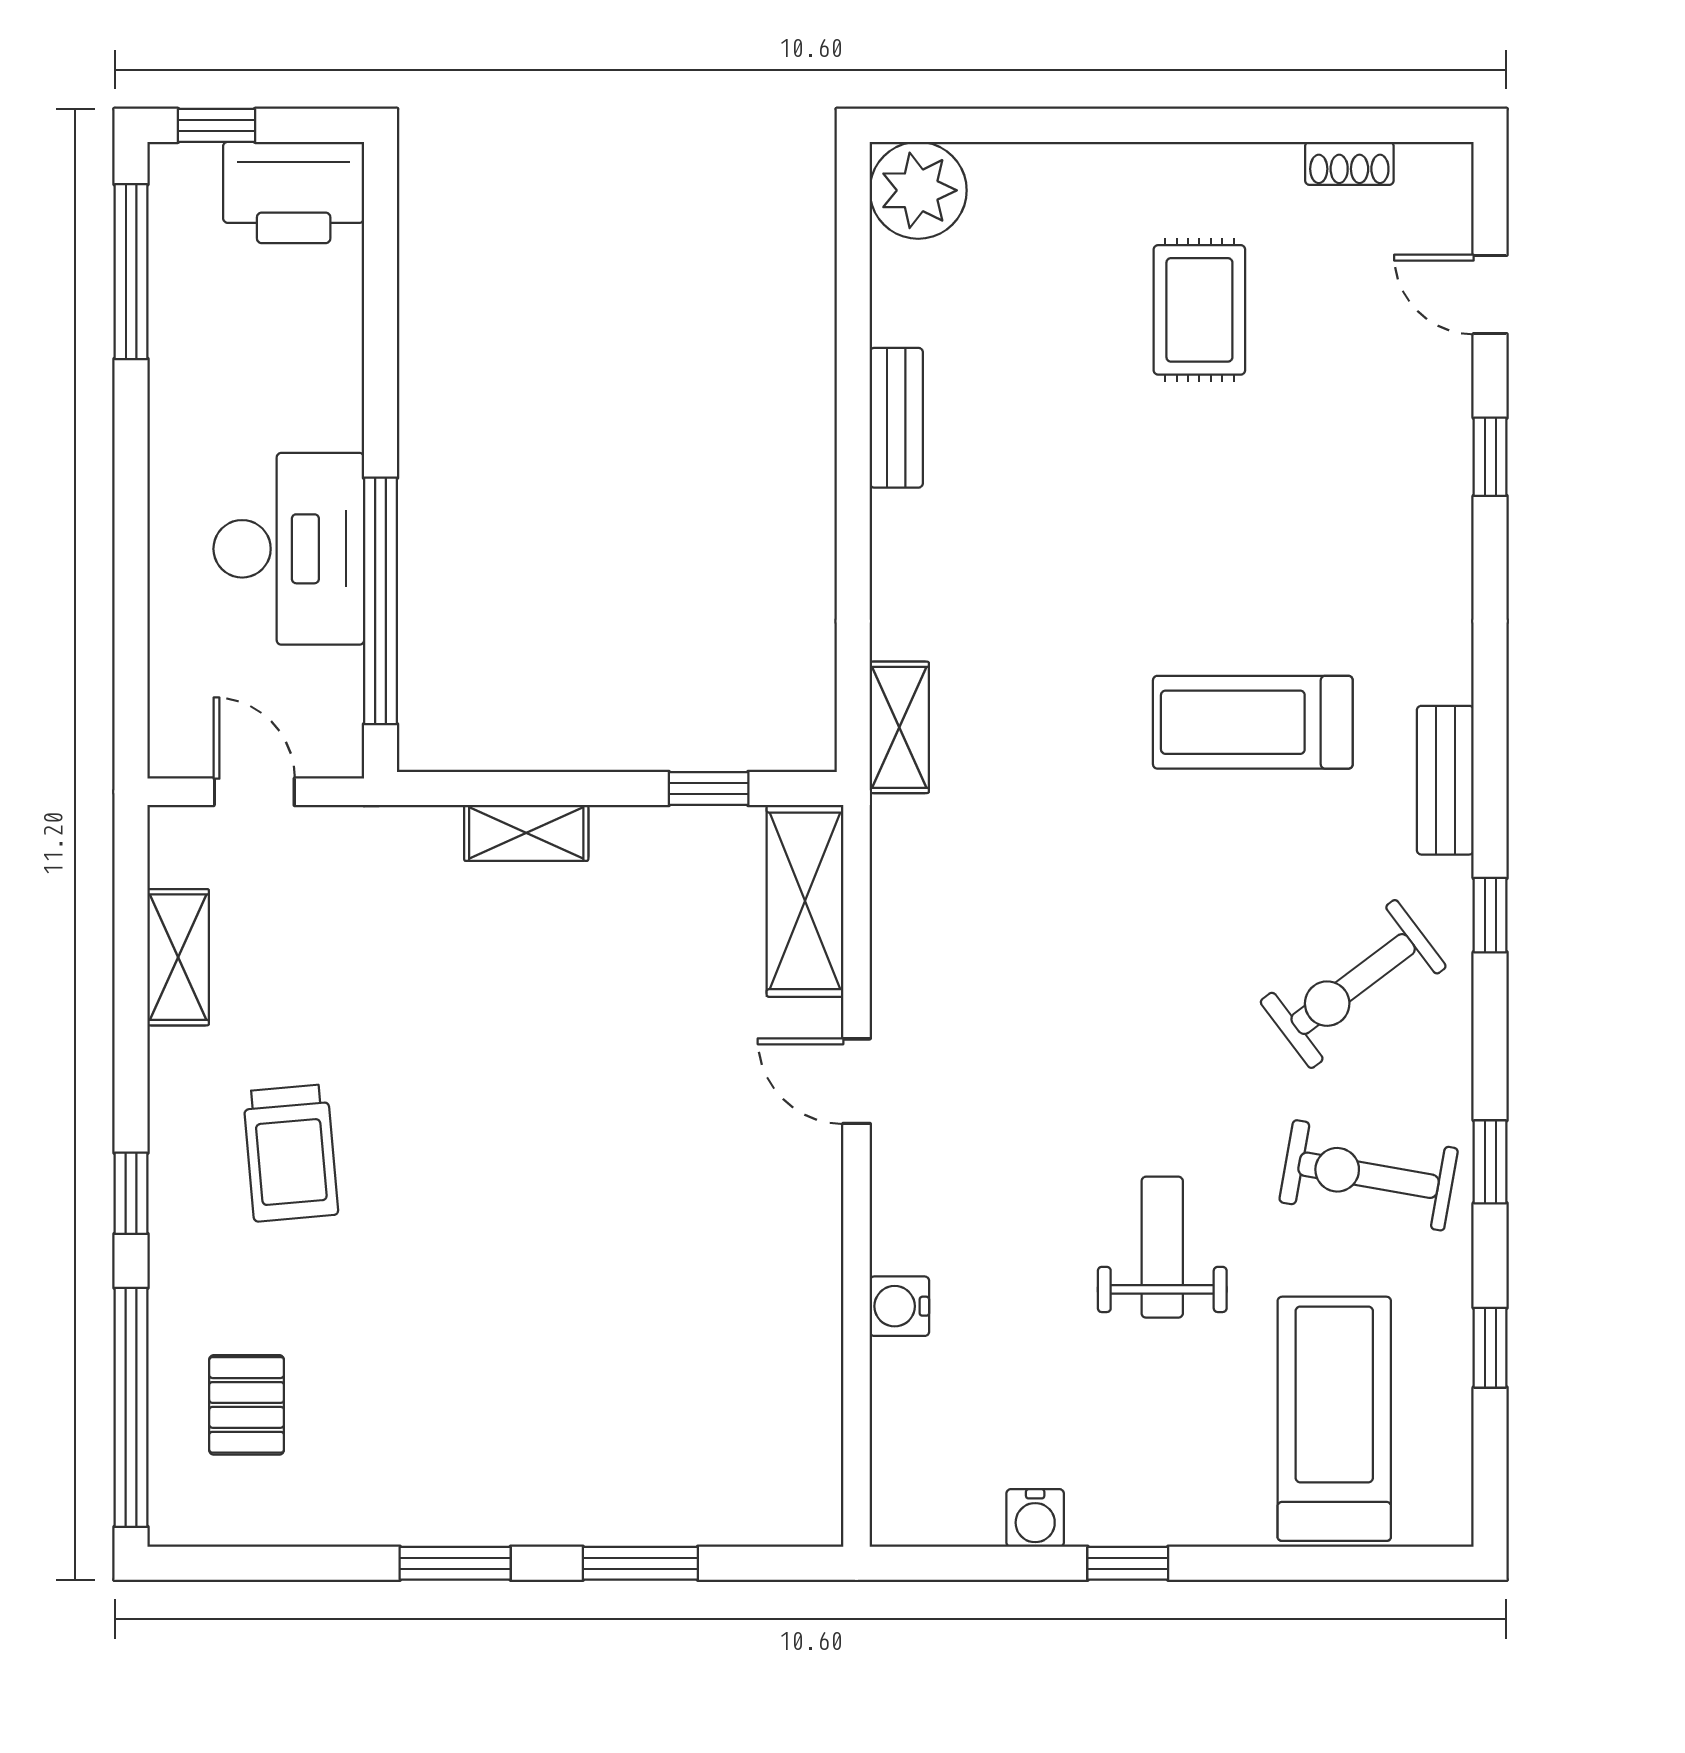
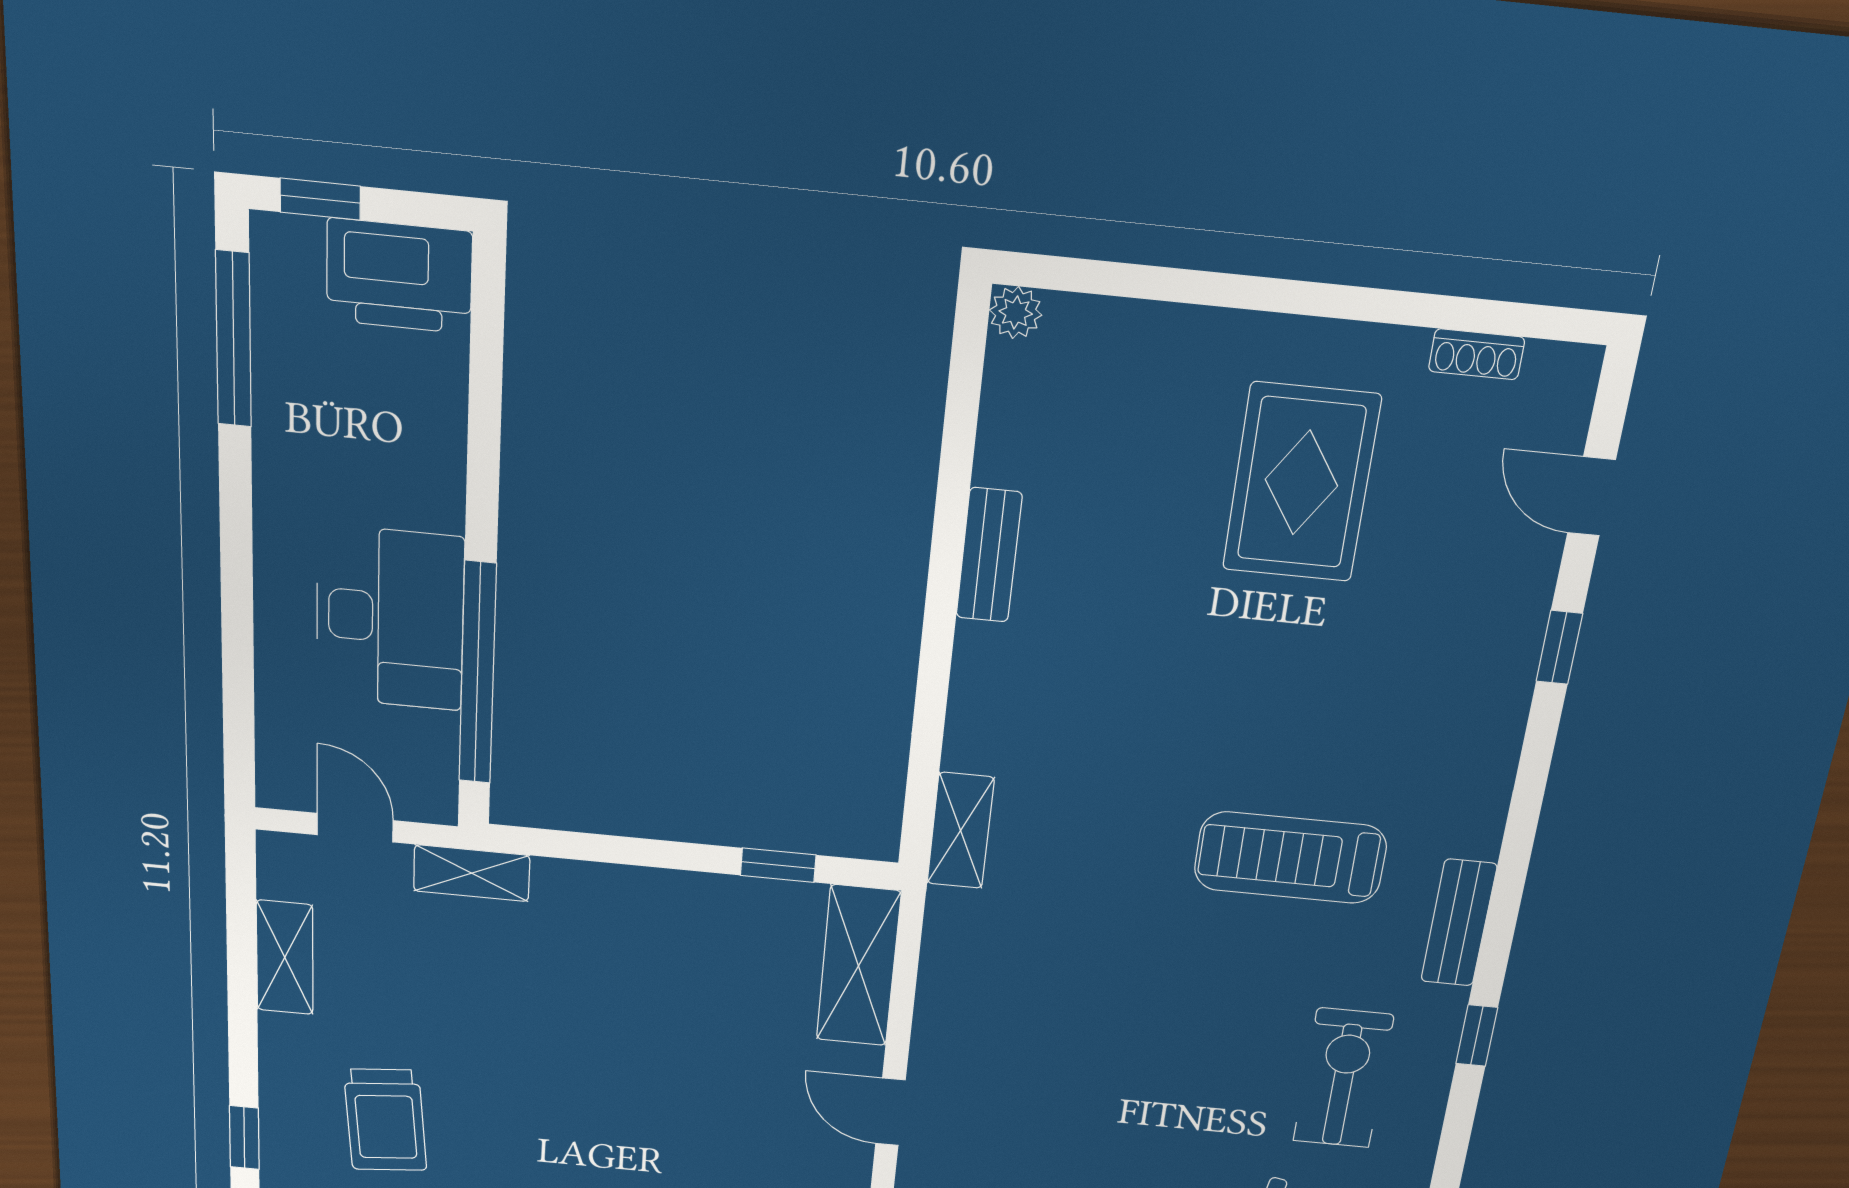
plant: (918, 190) -> (1016, 313), width x0.53, depth x0.53
rug: (1199, 310) -> (1301, 483), width x1.36, depth x1.43
shelving: (526, 833) -> (472, 873), moved
exercise bike: (1353, 984) -> (1343, 1078), turned 127

